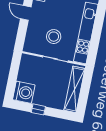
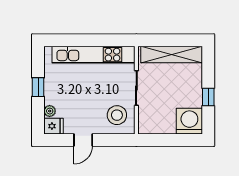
stool: (54, 37) -> (117, 115), moved

